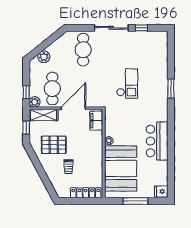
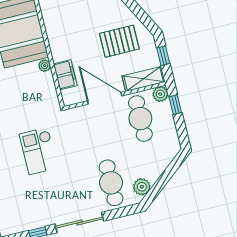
plant: (44, 57) -> (142, 187), moved
door: (73, 108) -> (105, 98), swing flipped
filing cabinet: (96, 121) -> (65, 75), moved
trolley: (69, 167) -> (91, 16), removed

